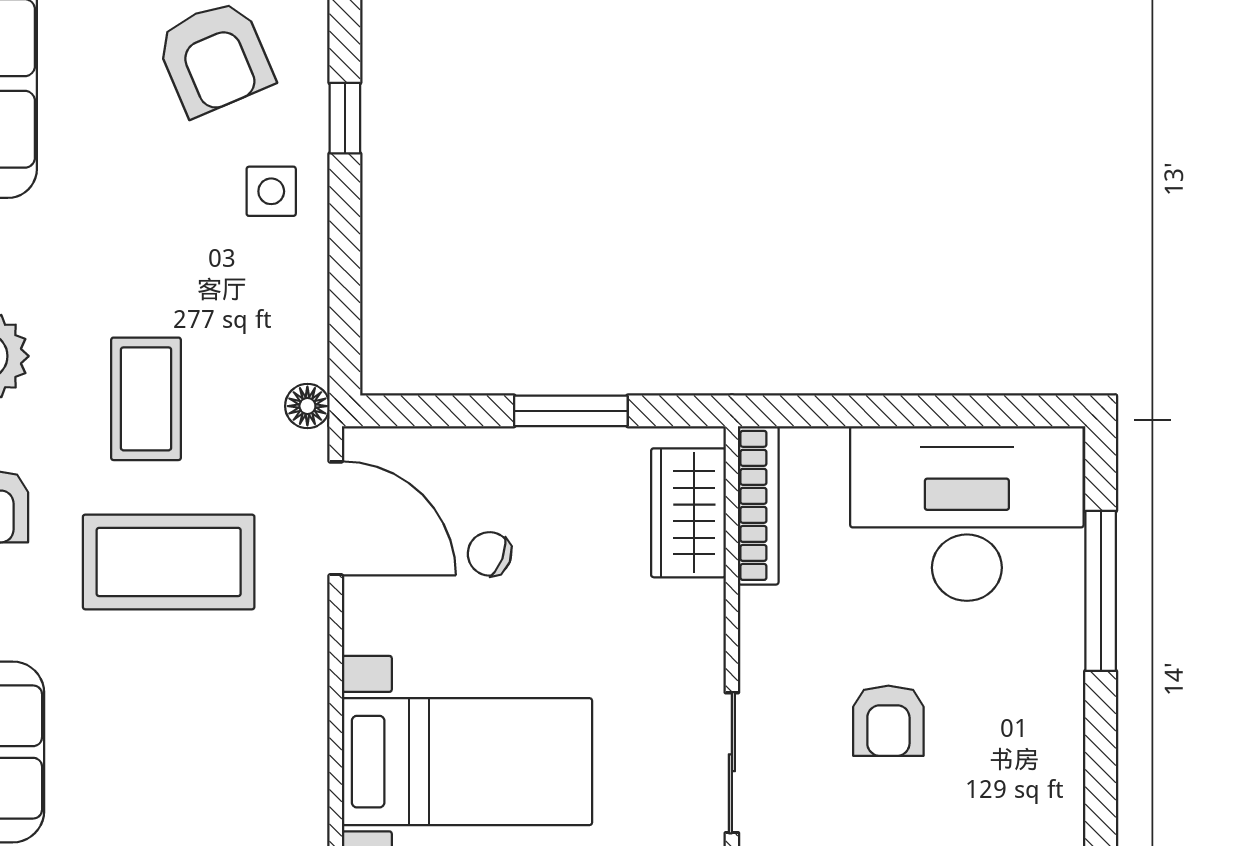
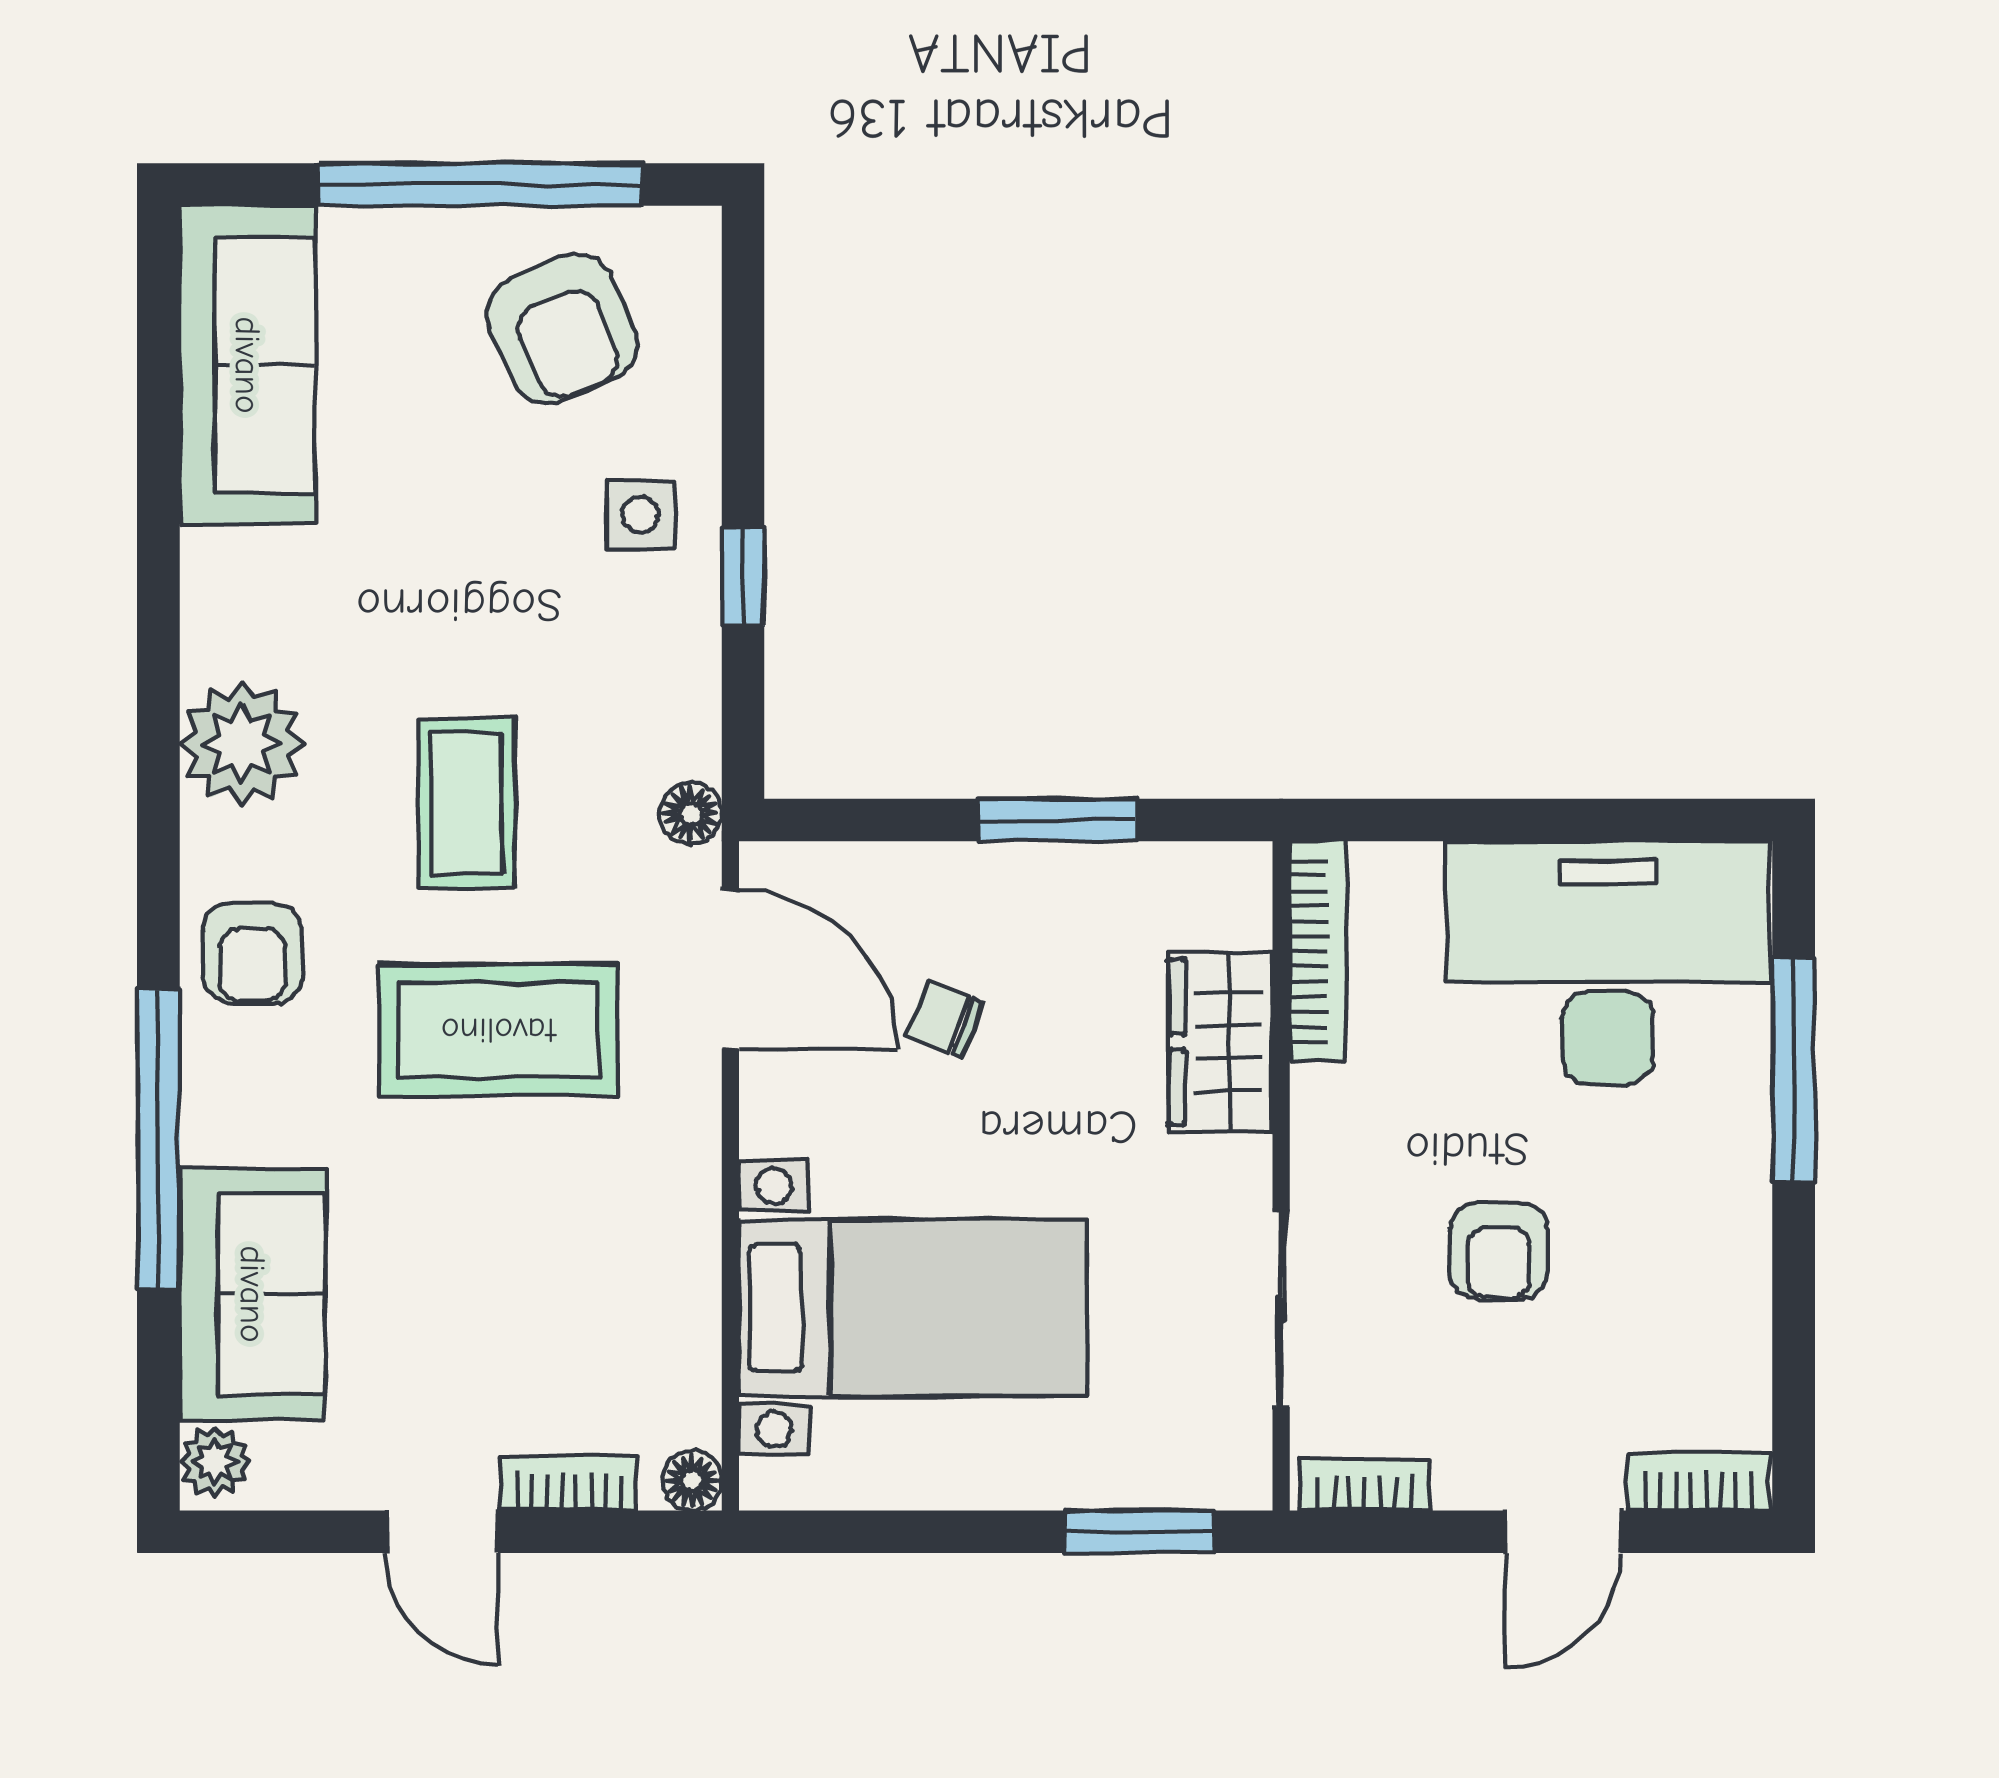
window: (345, 118) -> (743, 576), moved
wardrobe: (688, 513) -> (1221, 1042), moved

